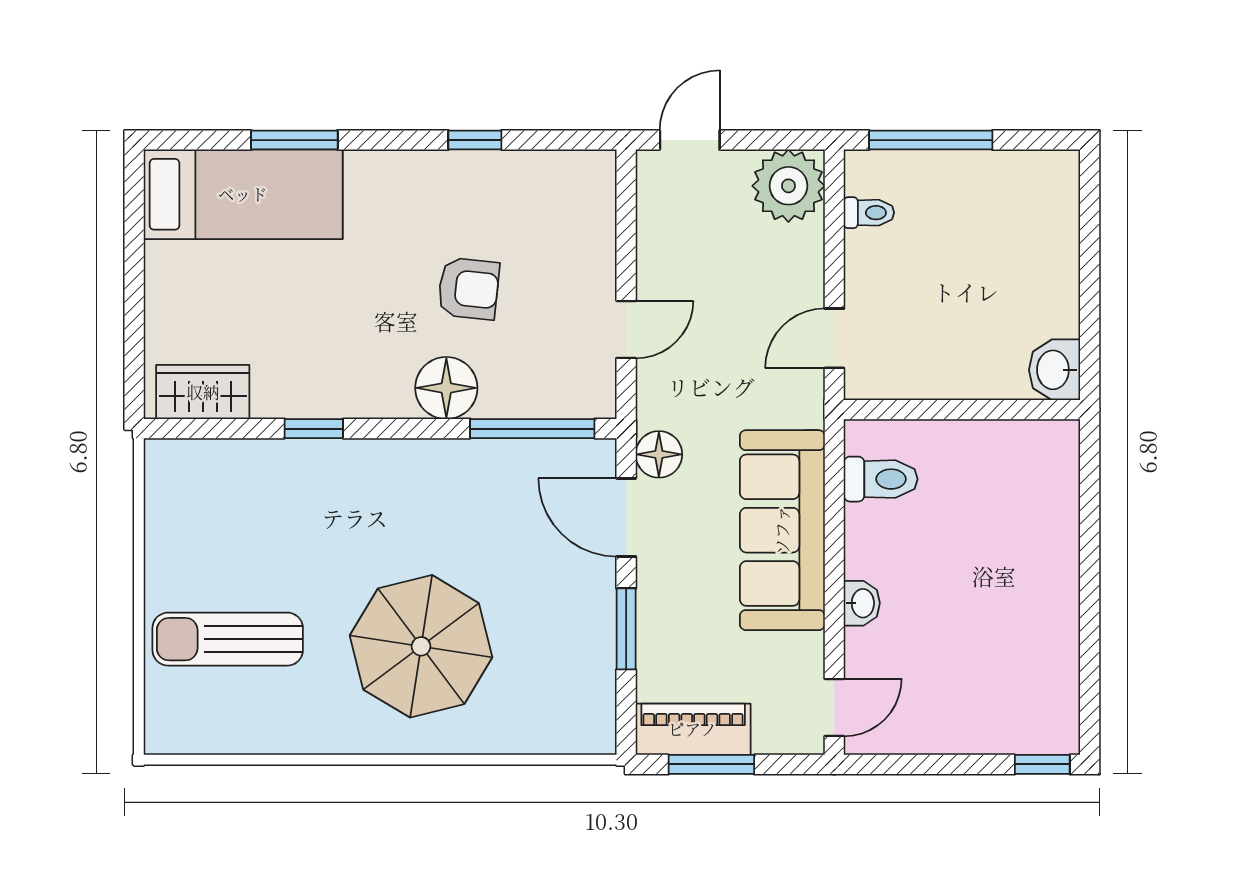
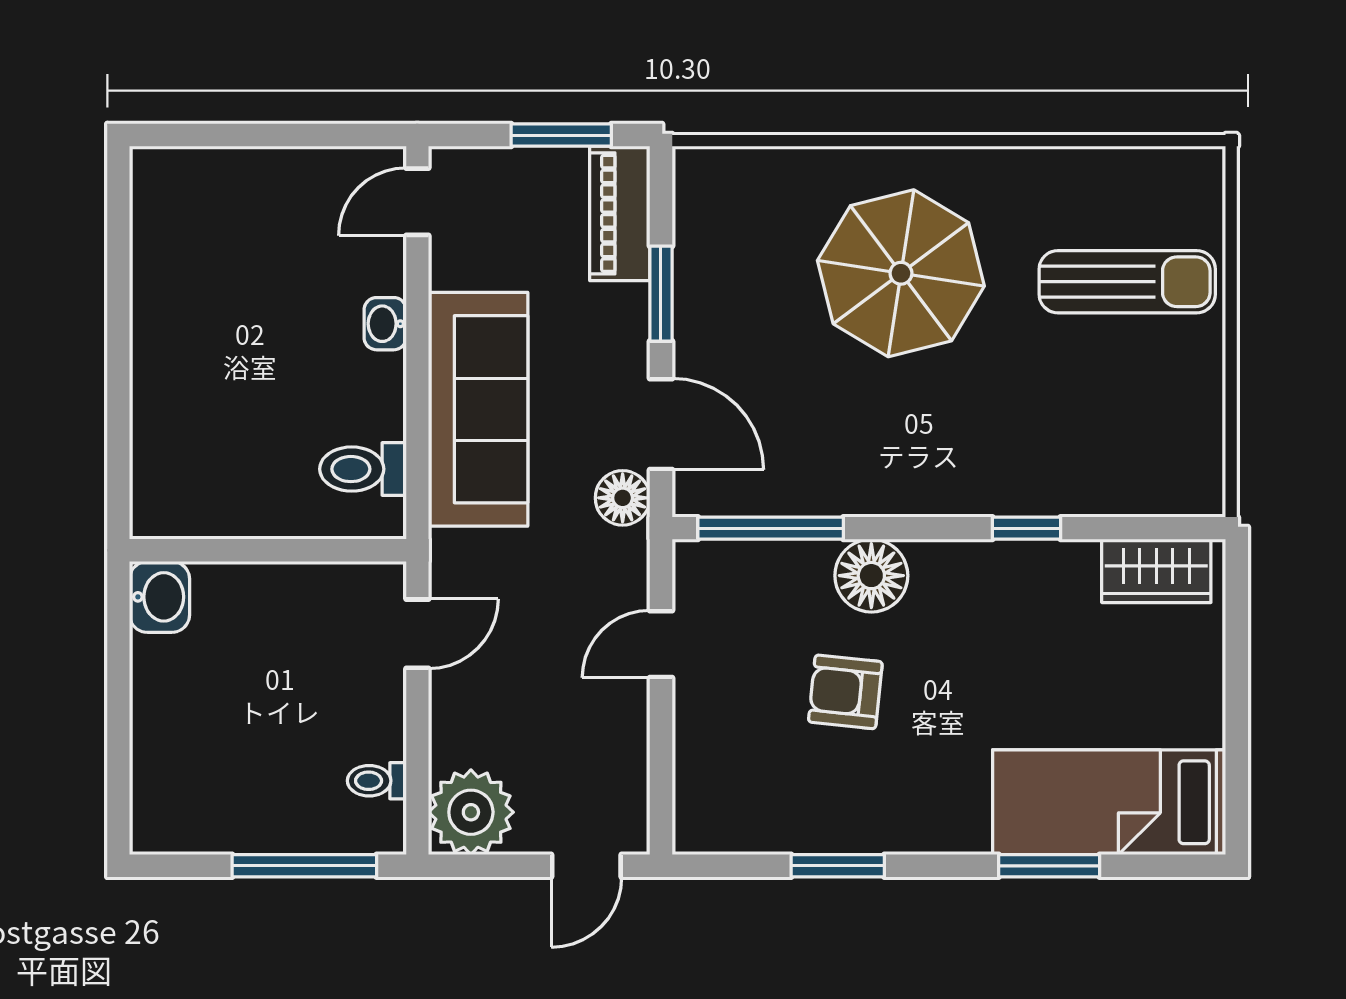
window: (475, 140) -> (838, 866), width x1.50
piano: (693, 729) -> (620, 213), moved, turned 90
window: (1042, 764) -> (174, 135), removed

